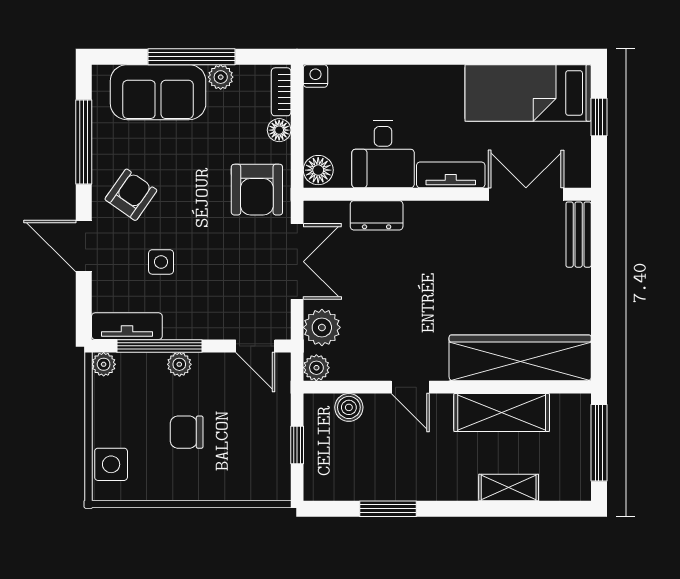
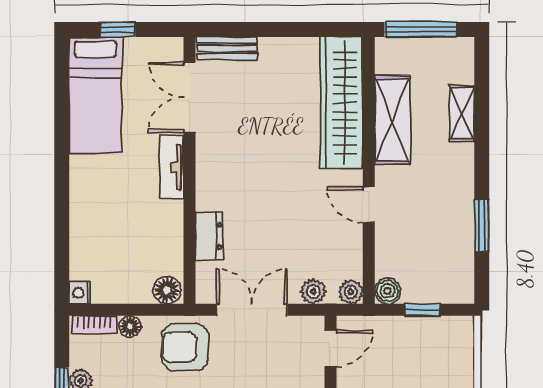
desk: (383, 154) -> (153, 230), removed
armchair: (257, 190) -> (185, 347), turned 180
plant: (322, 327) -> (313, 292), width x0.73, depth x0.73
door: (410, 387) -> (369, 205), swing flipped
boiler: (349, 407) -> (388, 291), moved

